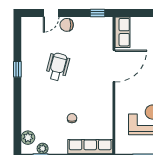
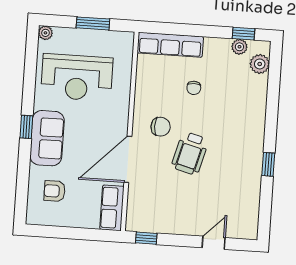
chair: (67, 25) -> (161, 127), moved
wheelchair: (58, 67) -> (190, 153), moved

